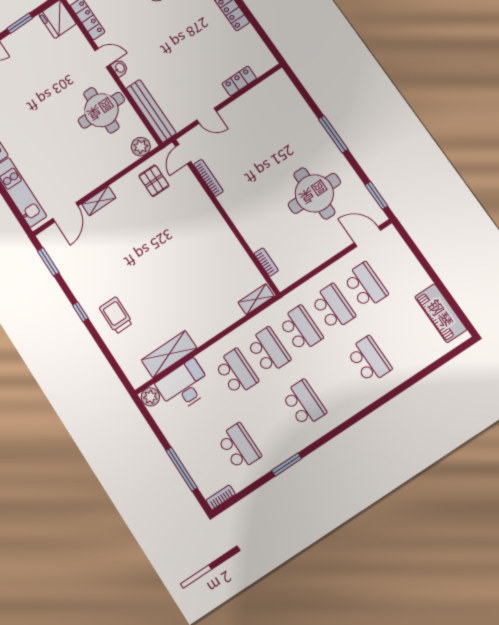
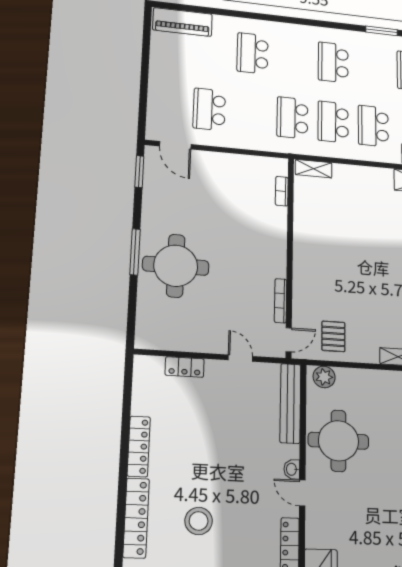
round table: (314, 193) -> (176, 266), moved
school desk: (333, 307) -> (251, 114), removed
piano: (441, 313) -> (183, 22), moved, turned 90

